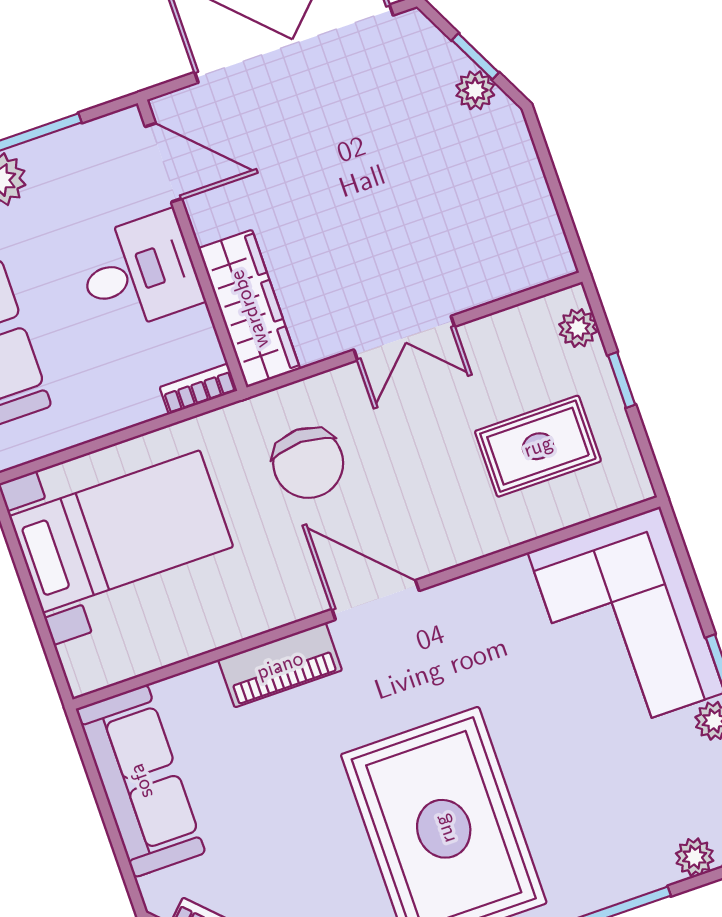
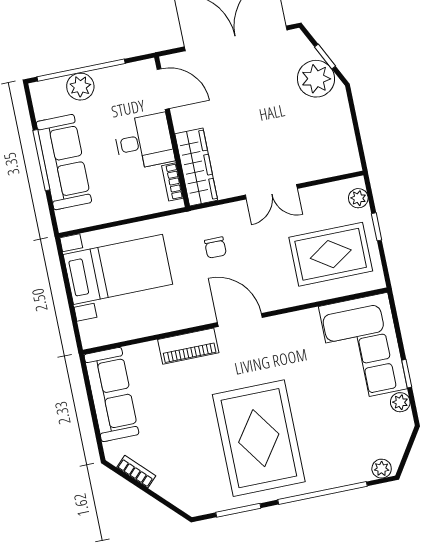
plant: (475, 90) -> (316, 79), width x1.87, depth x1.87
bookcase: (198, 389) -> (172, 182), moved, turned -90
rug: (538, 446) -> (331, 254), width x1.36, depth x1.43
chair: (308, 463) -> (215, 248), width x0.54, depth x0.54

